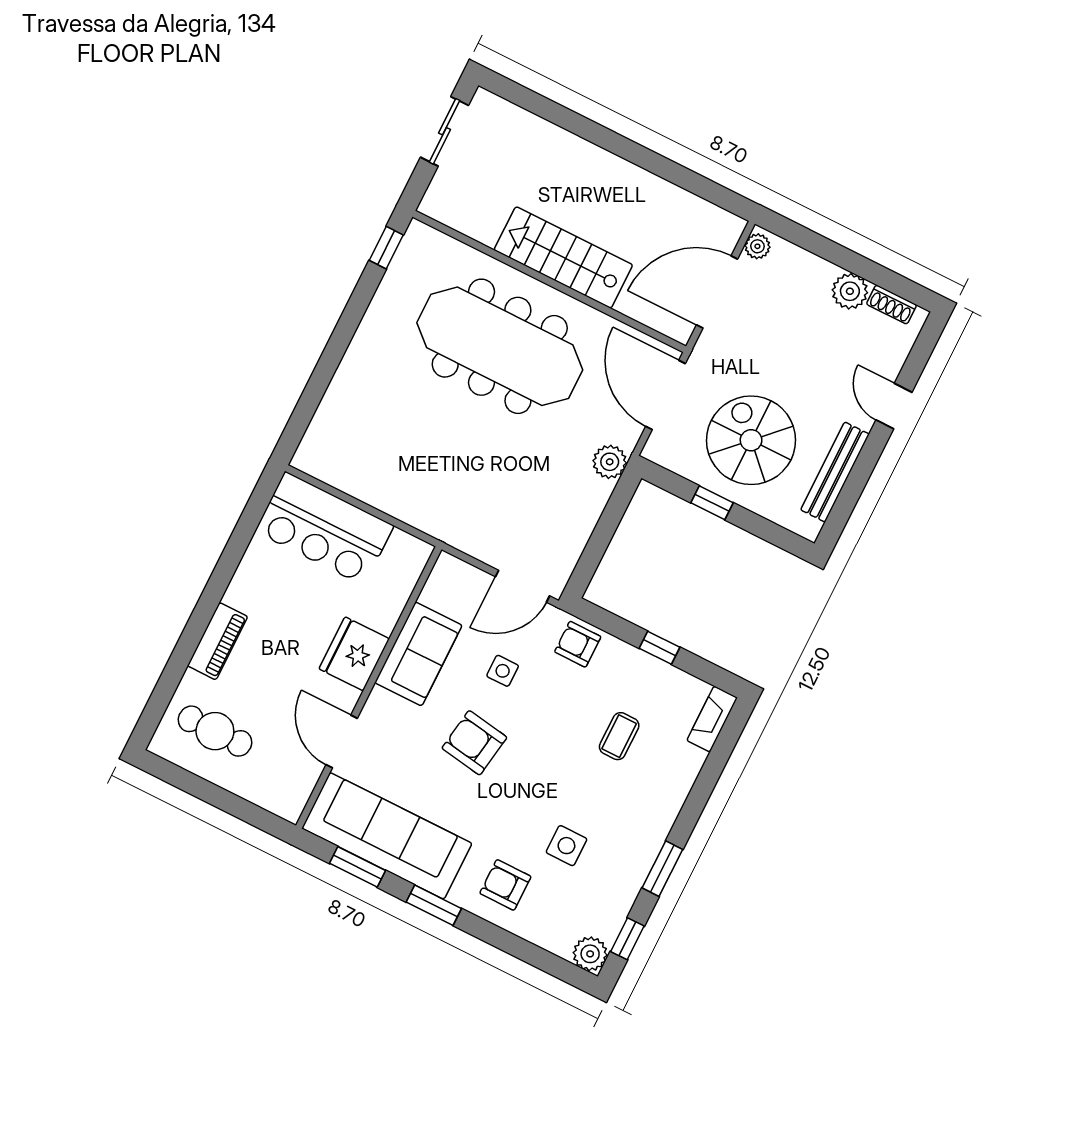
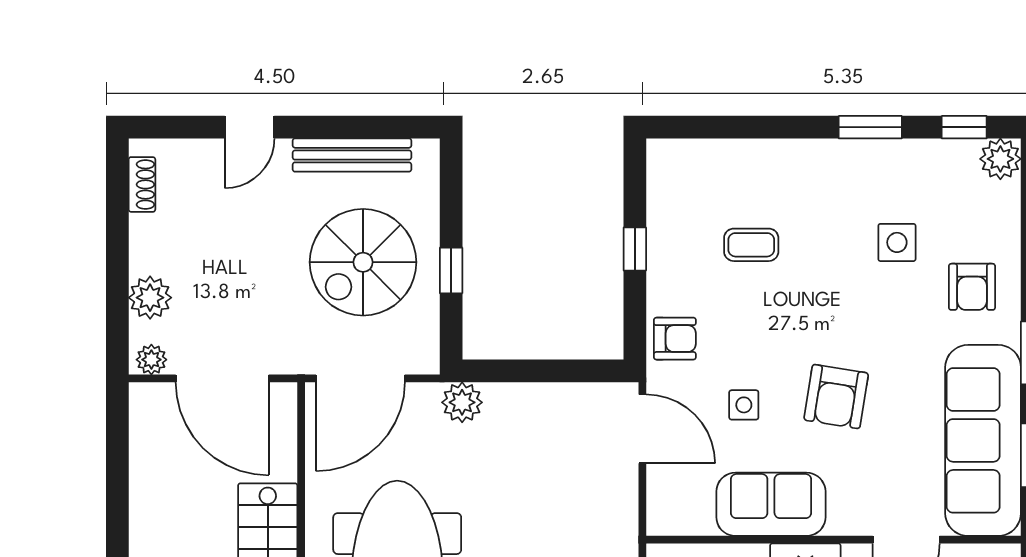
plant: (850, 291) -> (150, 298), moved
armchair: (578, 644) -> (675, 339), turned -90
fireplace: (712, 719) -> (683, 154), removed

